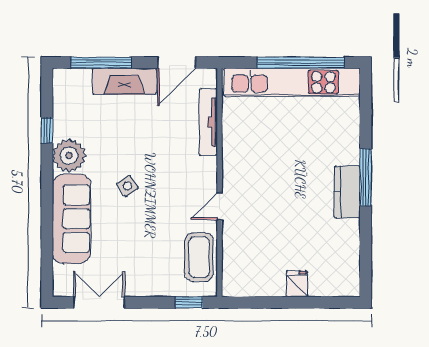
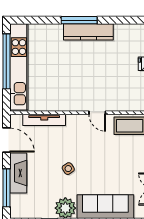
side table: (127, 186) -> (68, 169), moved
kitchen counter: (347, 192) -> (88, 32), width x1.50

